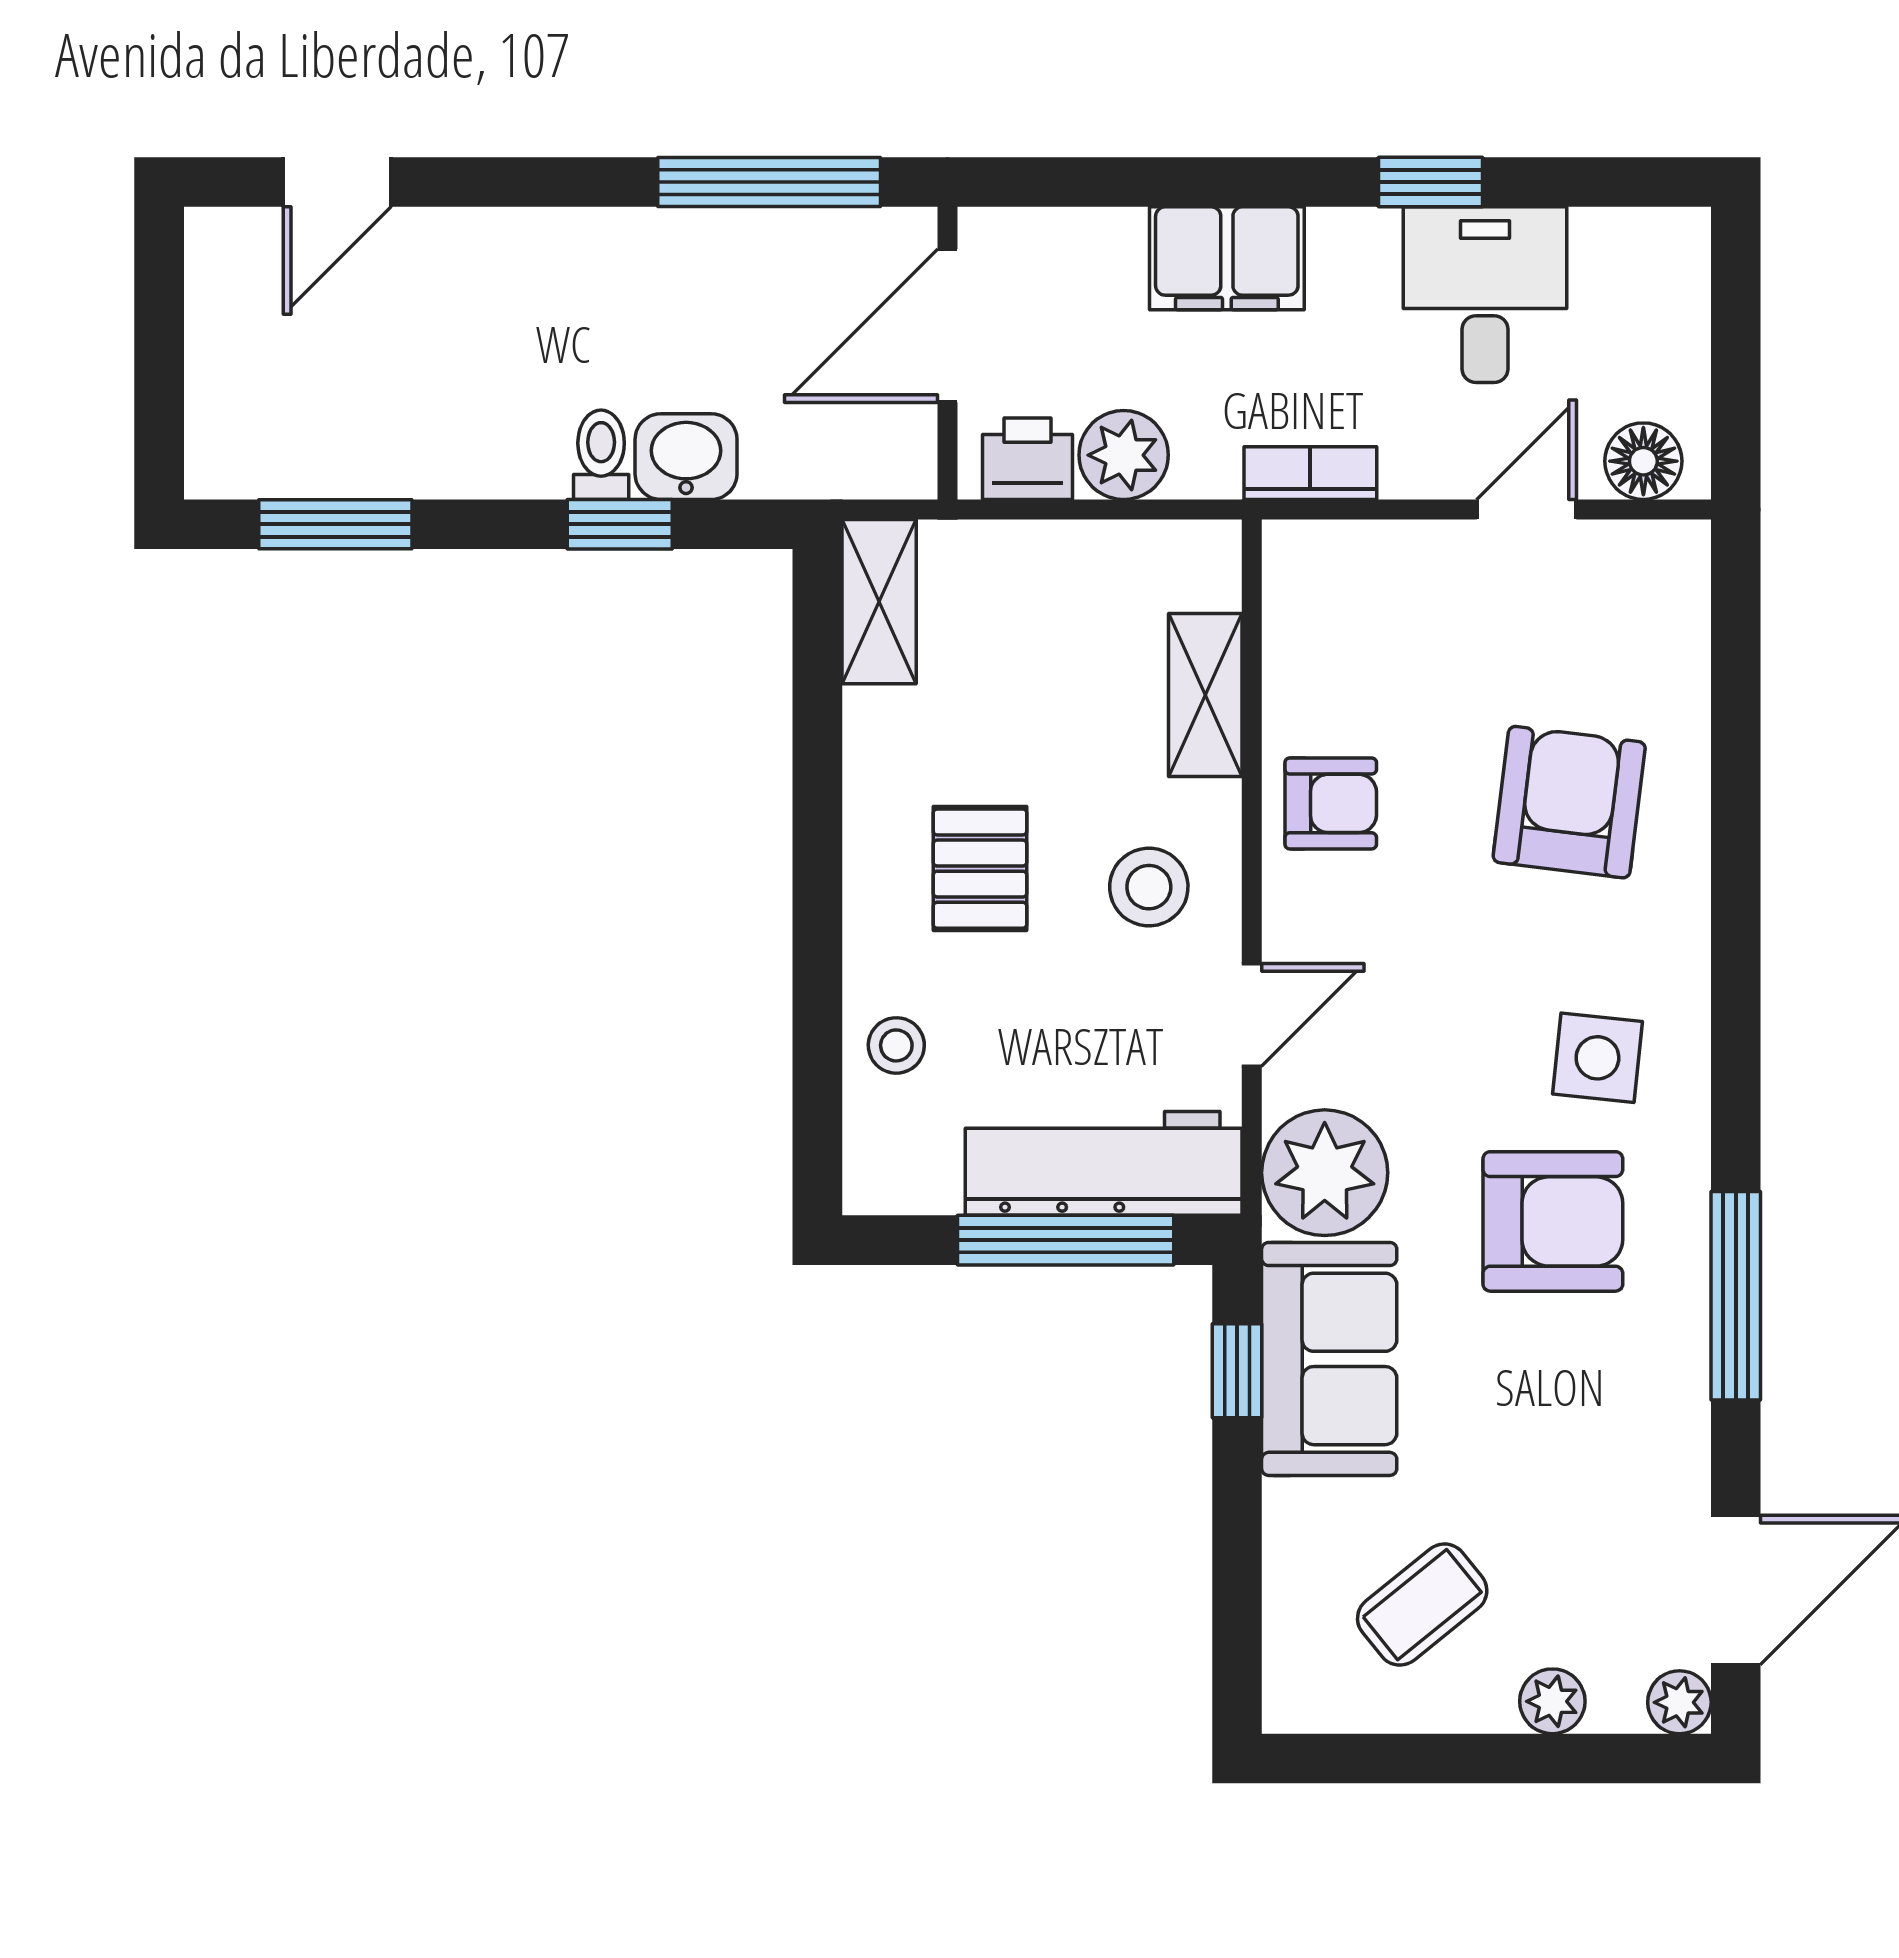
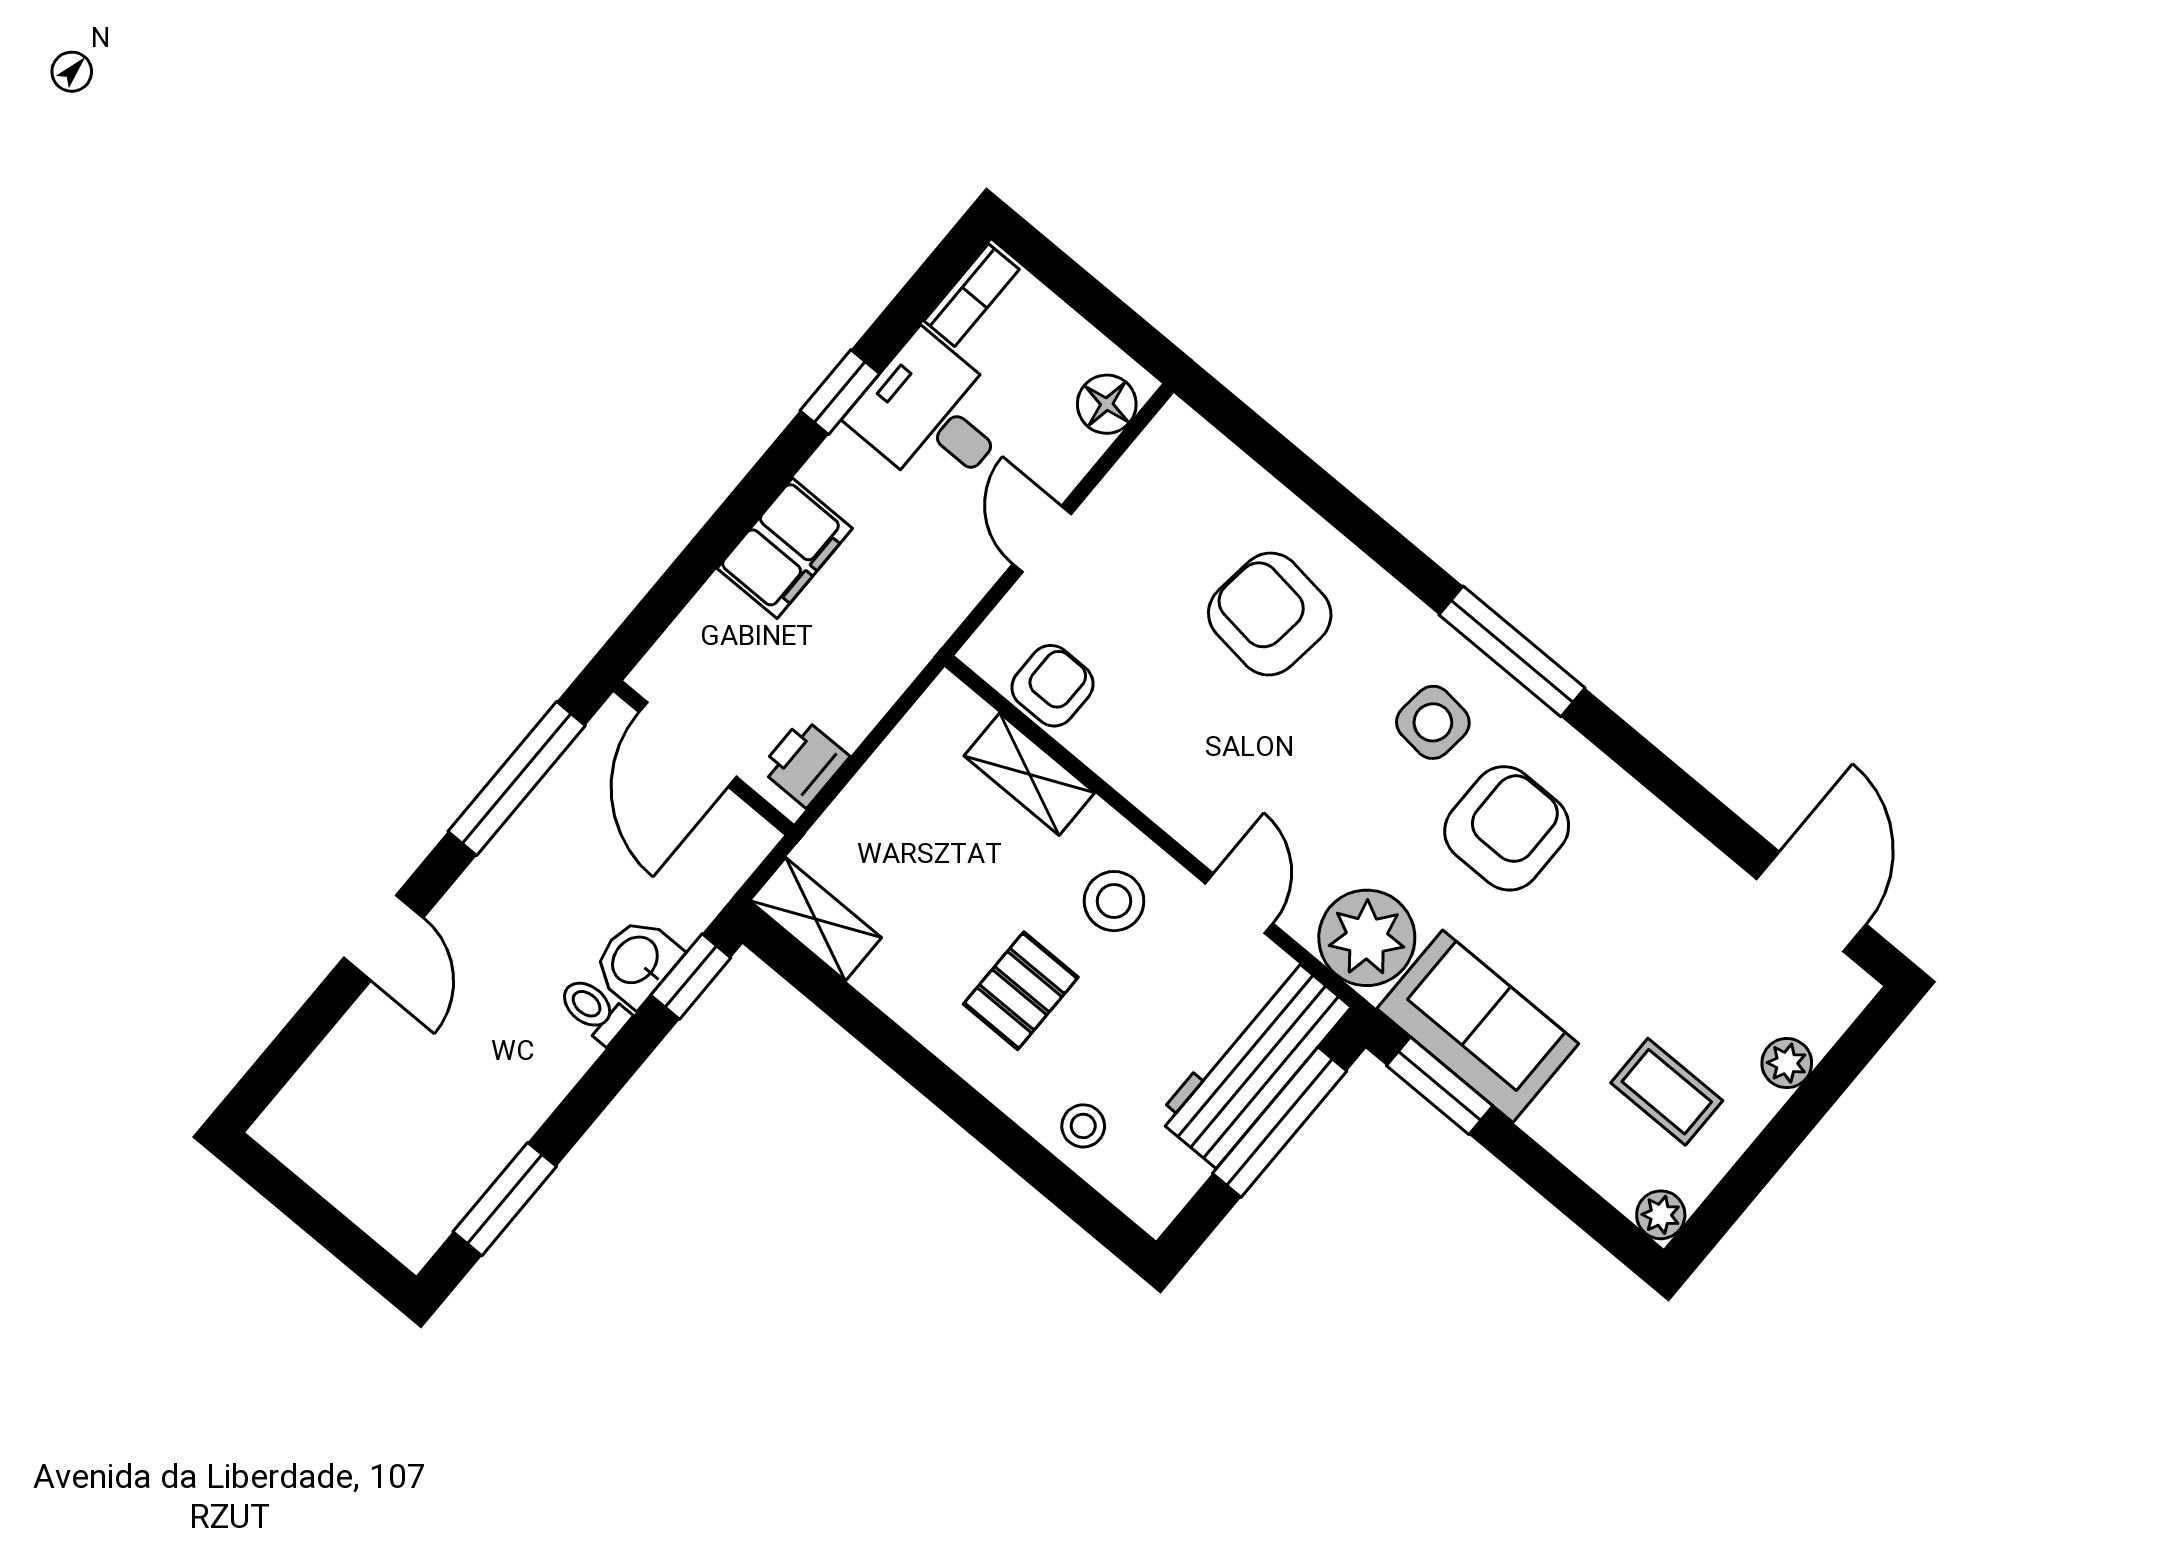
door: (337, 182) -> (383, 938), moved
plant: (1124, 455) -> (849, 705), removed
bookcase: (1310, 473) -> (972, 295), moved, turned 180
door: (1526, 509) -> (1042, 539), moved
window: (620, 524) -> (691, 976), moved
armchair: (1331, 803) -> (1052, 686), moved
pallet: (980, 869) -> (1021, 991), turned 90
window: (1736, 1296) -> (1512, 651), moved
window: (1237, 1371) -> (1440, 1086), width x1.50
coffee table: (1422, 1605) -> (1667, 1092), turned -51
plant: (1679, 1702) -> (1661, 1215), moved

